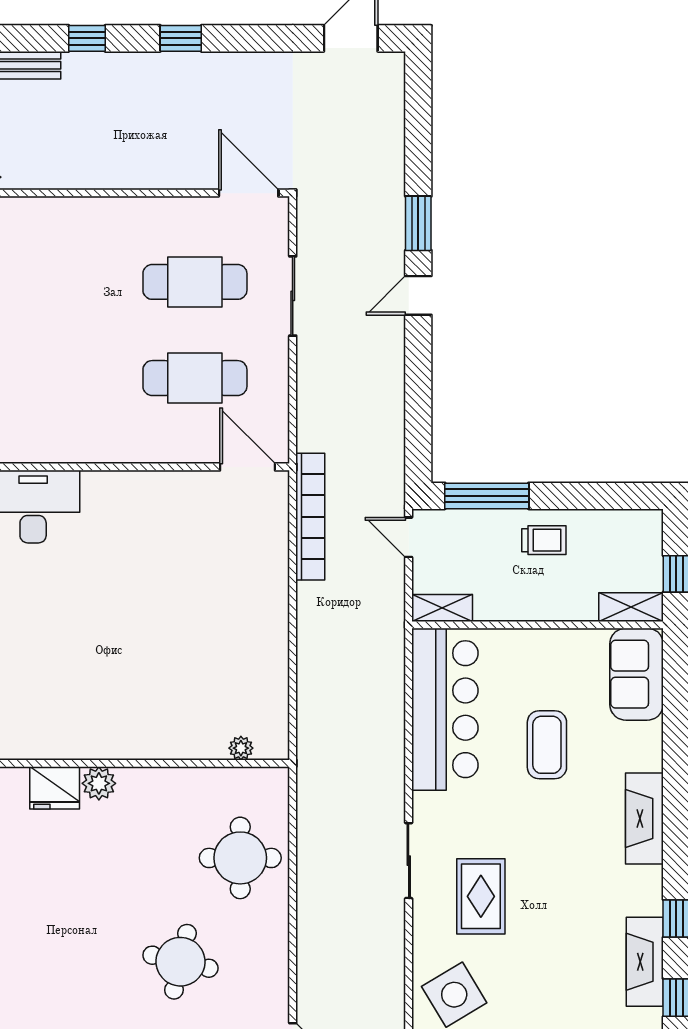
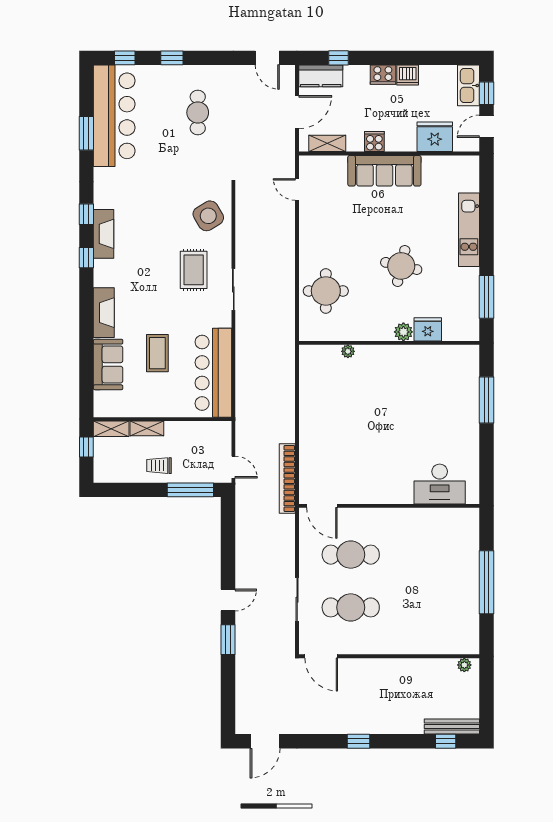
window: (87, 38) -> (446, 741), moved
shelving: (442, 608) -> (147, 428), moved
sofa: (637, 674) -> (108, 364), moved
plant: (241, 748) -> (348, 351), moved
round table: (180, 962) -> (401, 266), moved

